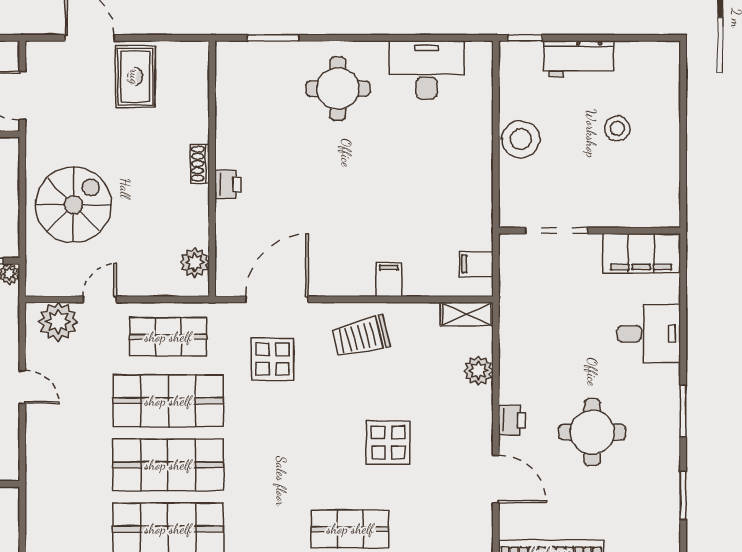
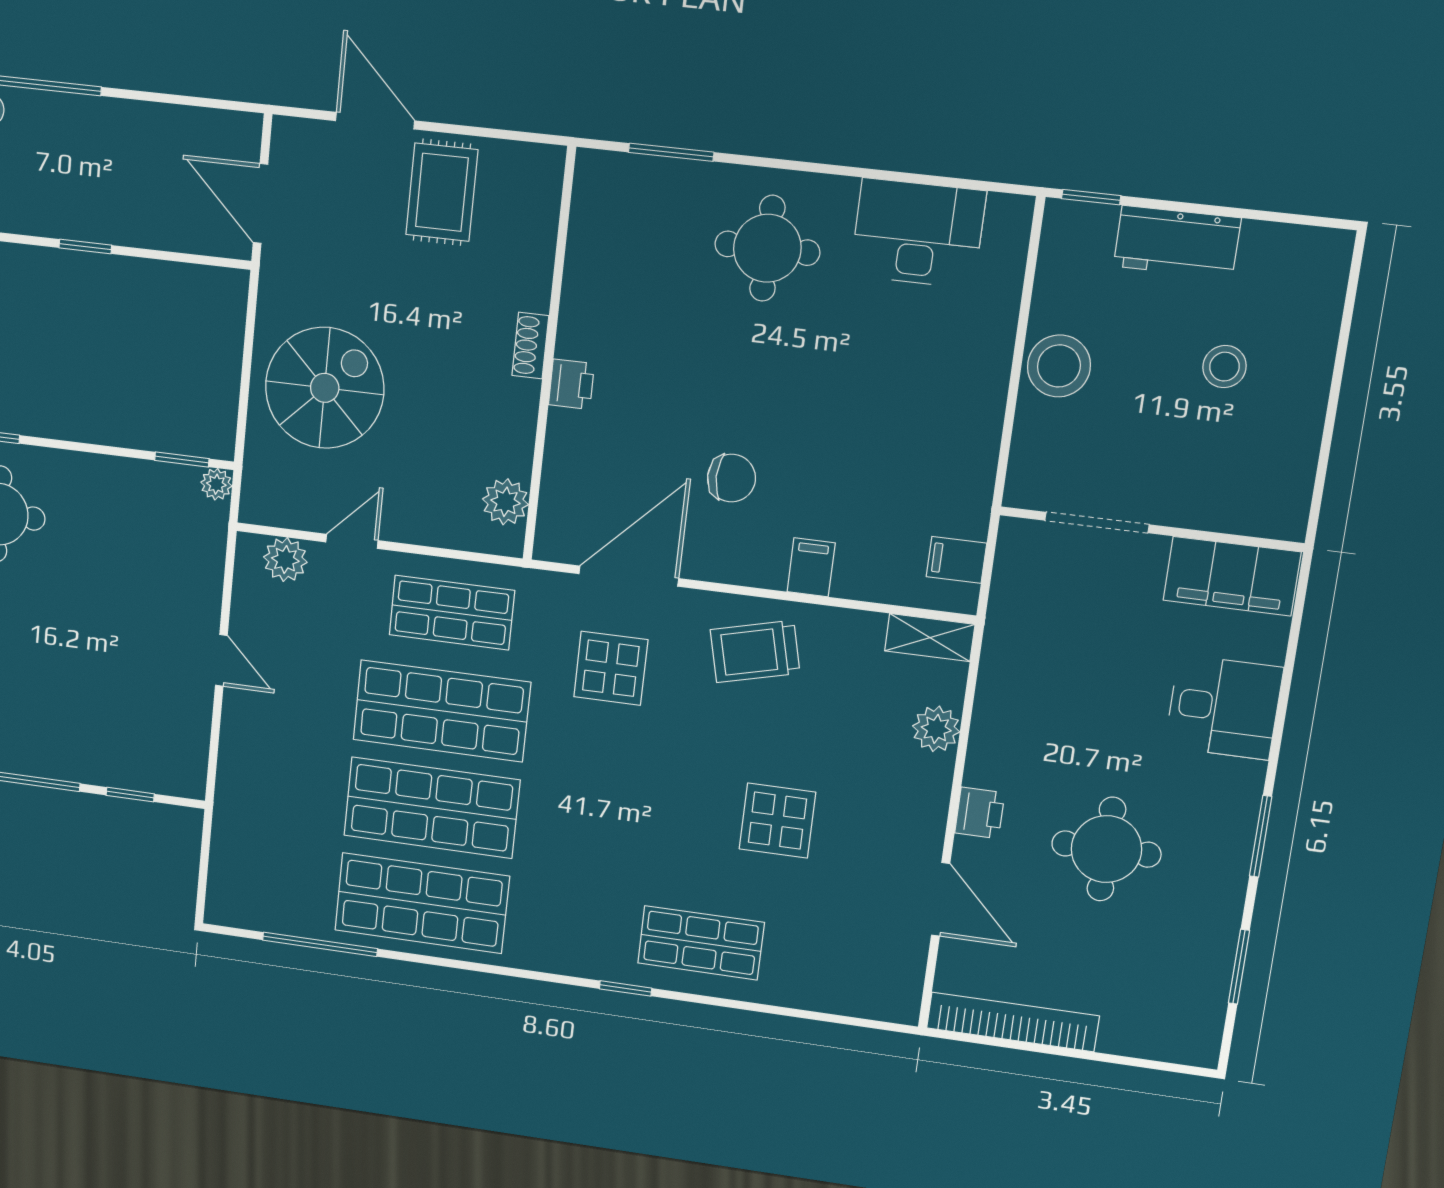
chair: (333, 230) -> (731, 478), added
plant: (58, 322) -> (285, 560), width x0.73, depth x0.73

